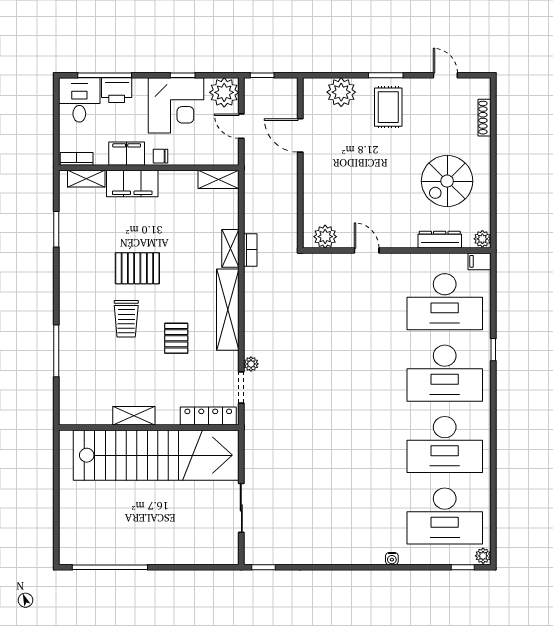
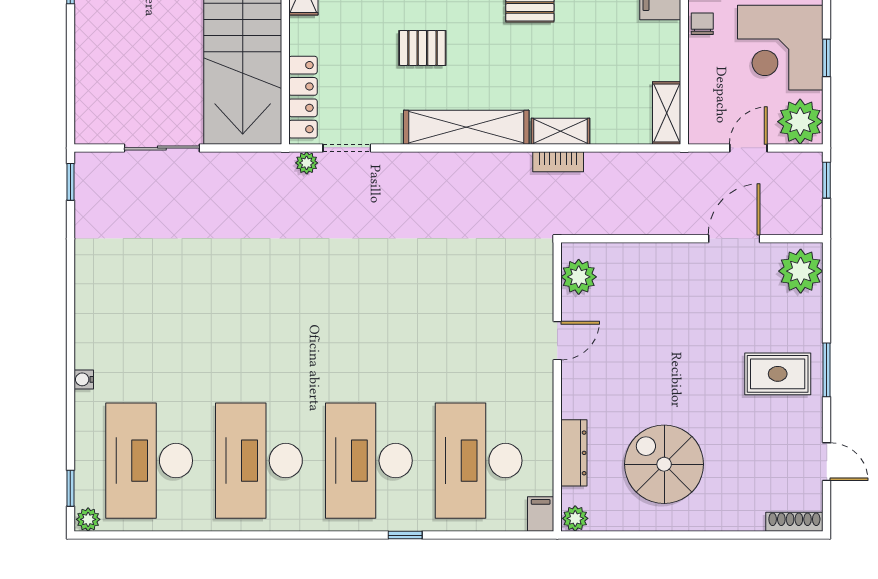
door: (445, 75) -> (827, 462), hinge flipped
plant: (341, 92) -> (801, 271), moved
shoe rack: (484, 118) -> (794, 522), moved
plant: (251, 364) -> (307, 163), moved

